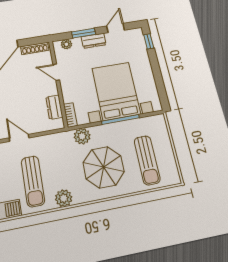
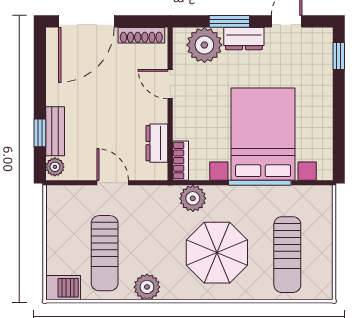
plant: (66, 44) -> (204, 45), width x1.87, depth x1.87
door: (19, 138) -> (113, 183), moved

